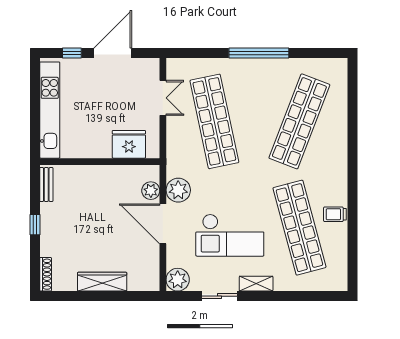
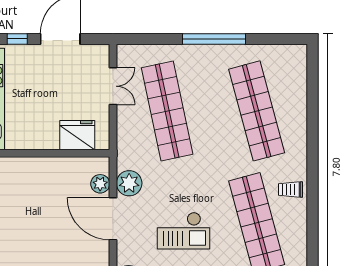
shop shelf: (299, 121) -> (257, 111), turned -36
trolley: (335, 214) -> (291, 189), moved
checkout: (230, 235) -> (183, 231), width x0.73, depth x0.83

